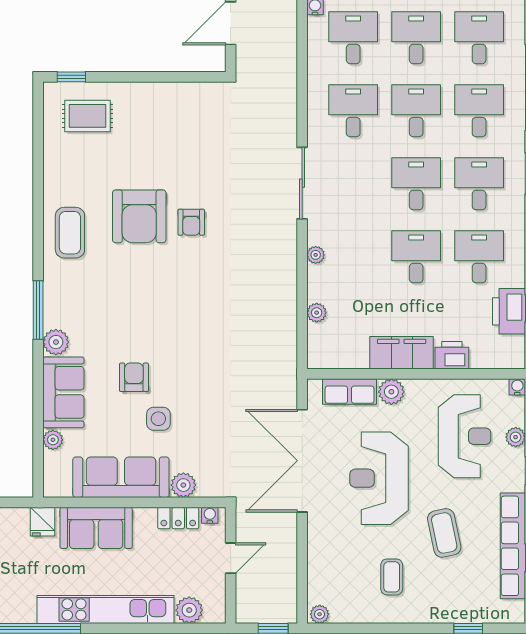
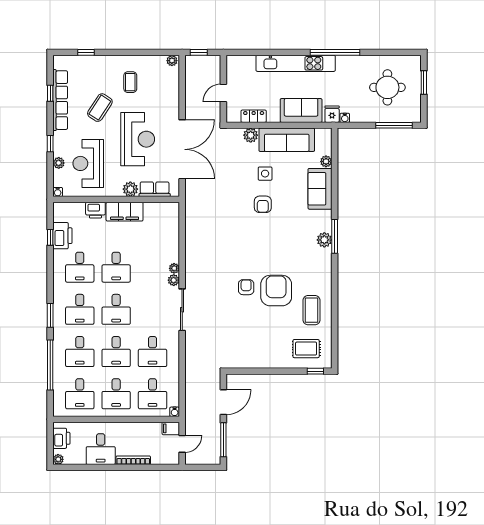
coffee table: (70, 233) -> (311, 310), moved
plant: (317, 313) -> (174, 280), moved
plant: (56, 342) -> (324, 240), moved
armchair: (134, 377) -> (263, 204), moved
water cooler: (210, 515) -> (345, 118), moved
coffee table: (444, 533) -> (100, 108), turned 45
plant: (189, 610) -> (247, 63), removed

